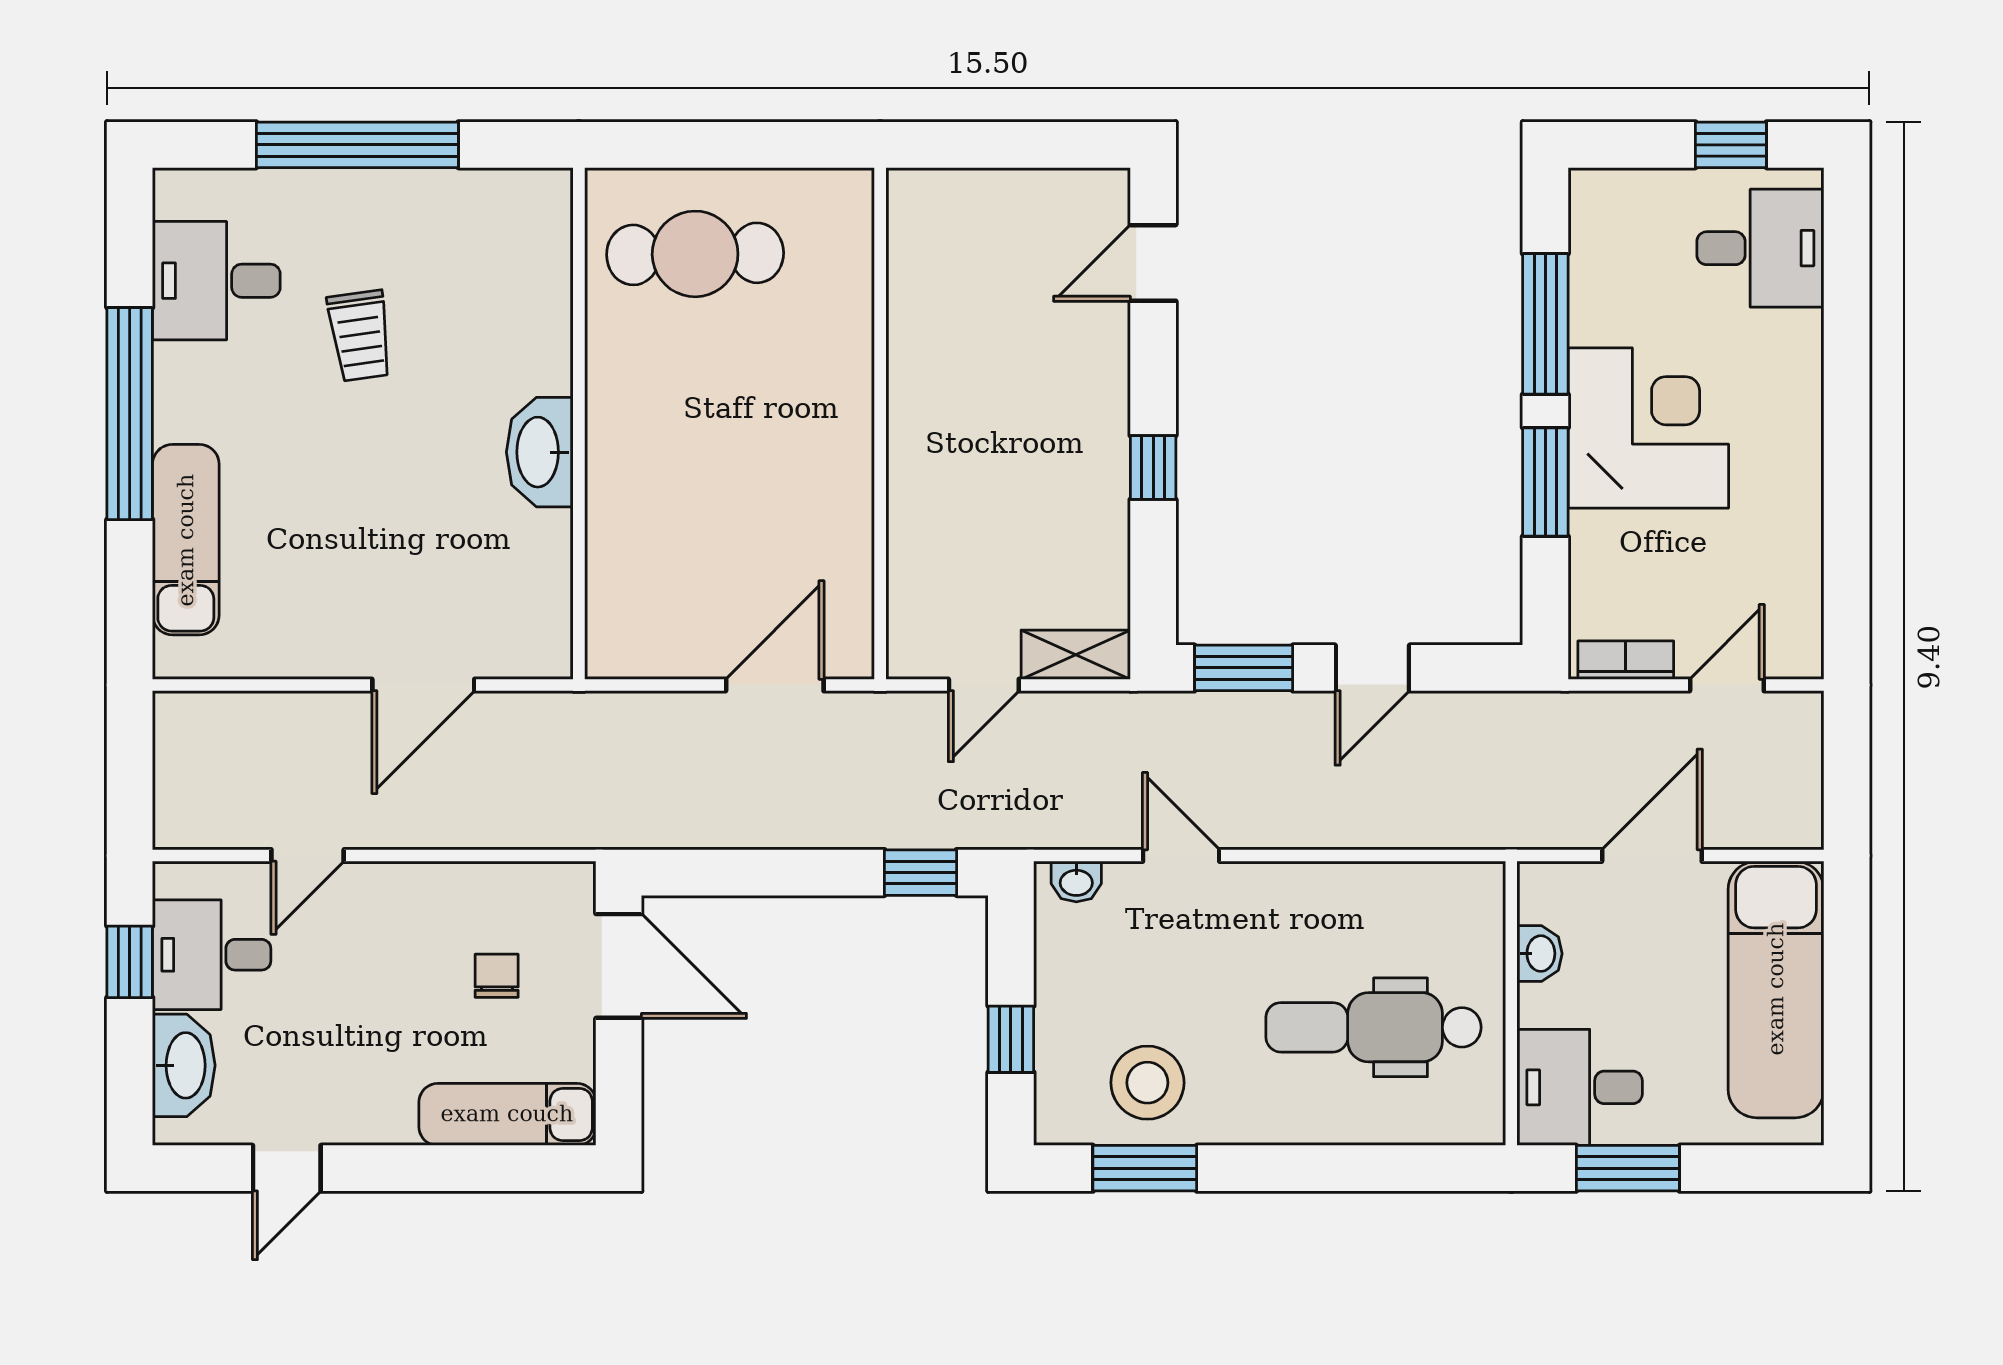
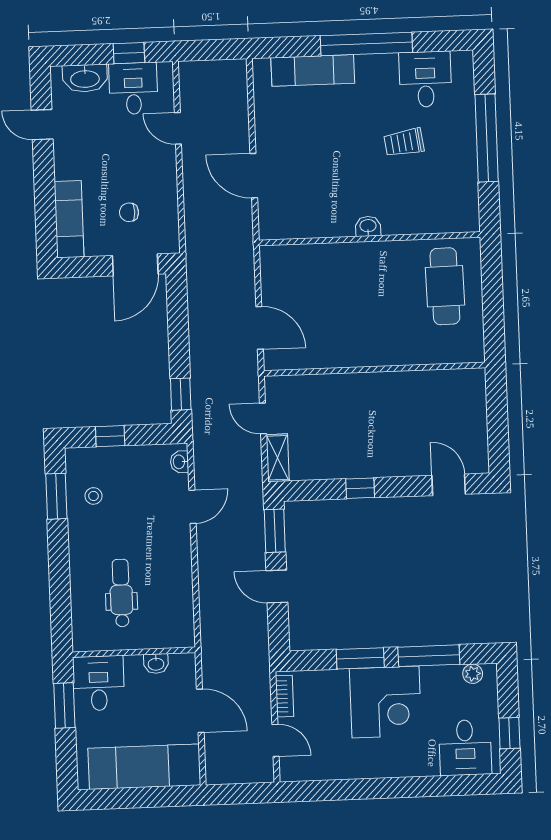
plant: (1591, 224) -> (473, 674), added
washbasin: (540, 452) -> (368, 226), width x0.52, depth x0.69
chair: (497, 976) -> (129, 212), turned 180
dental chair: (1374, 1027) -> (121, 593), width x0.73, depth x0.72
stool: (1147, 1083) -> (94, 496), width x0.53, depth x0.53

